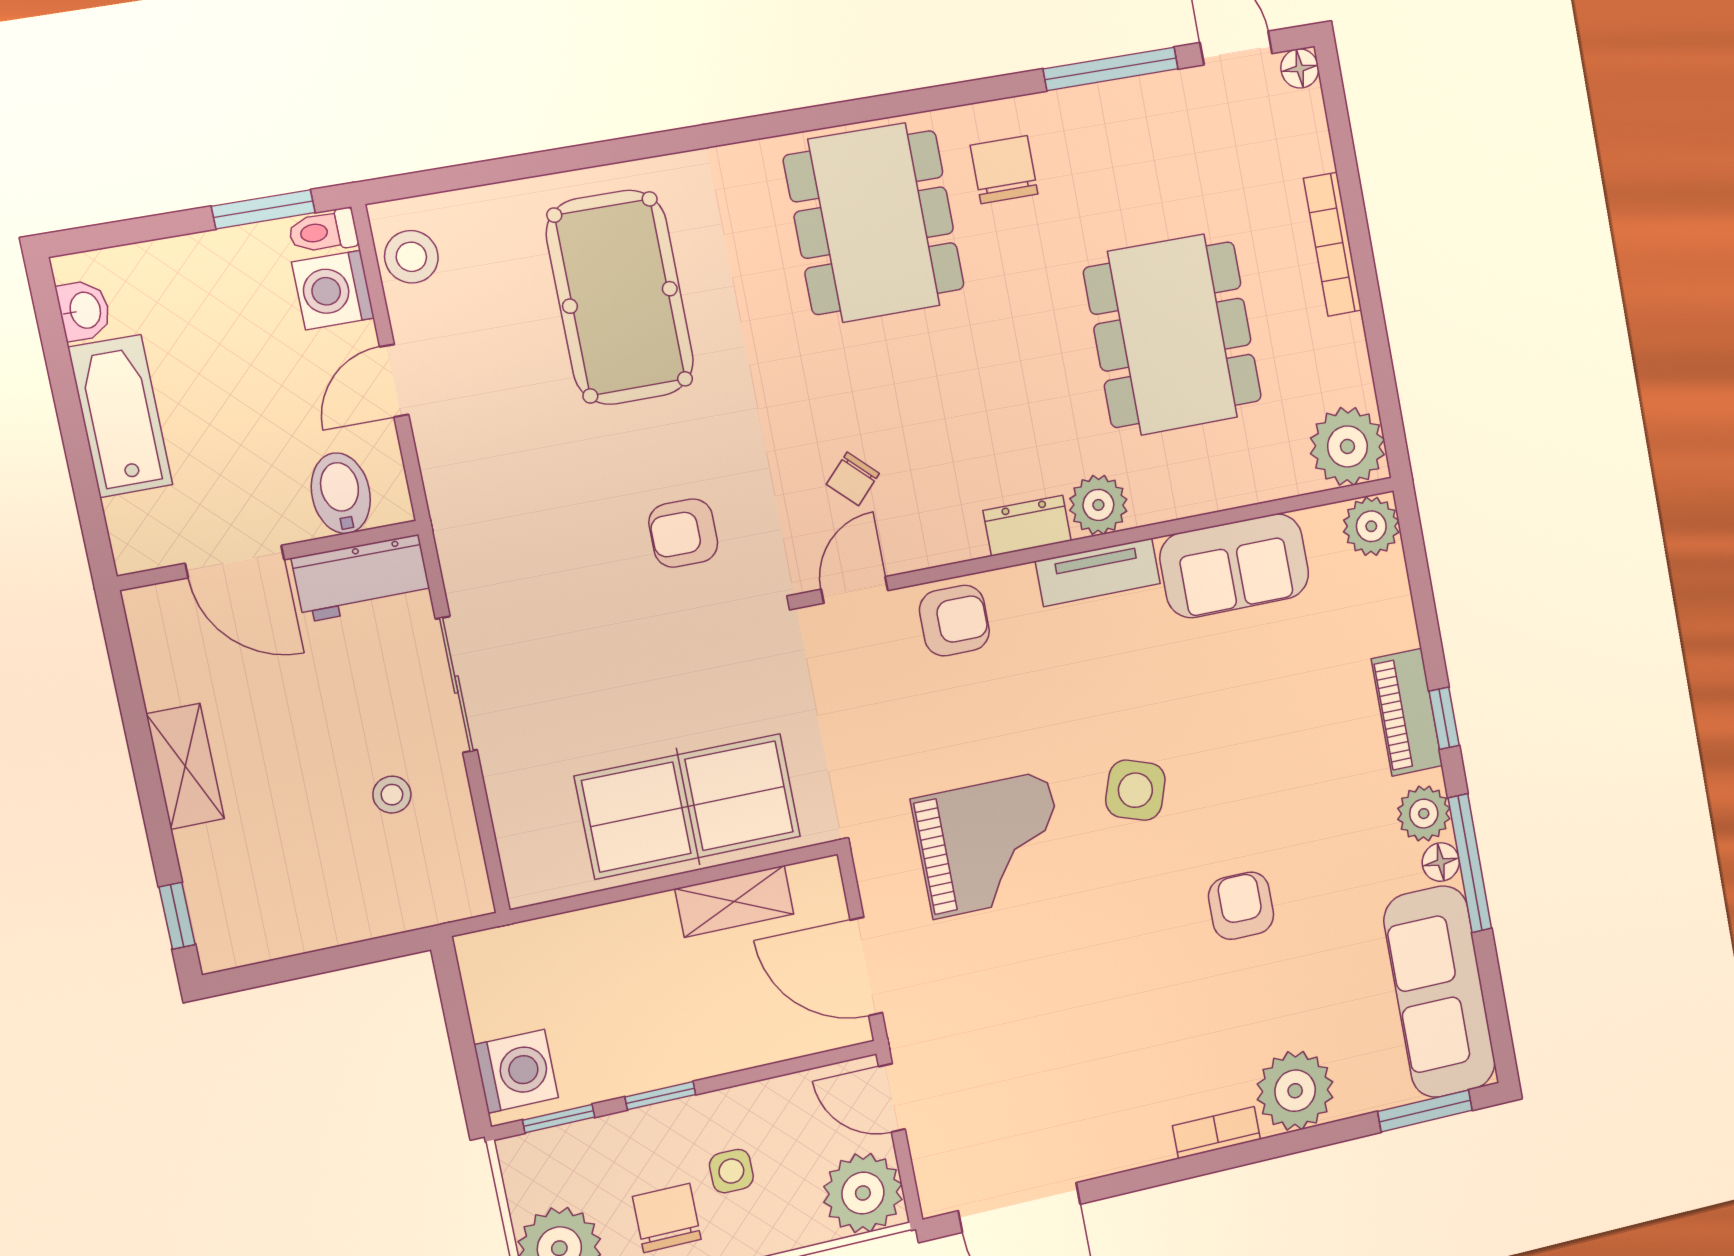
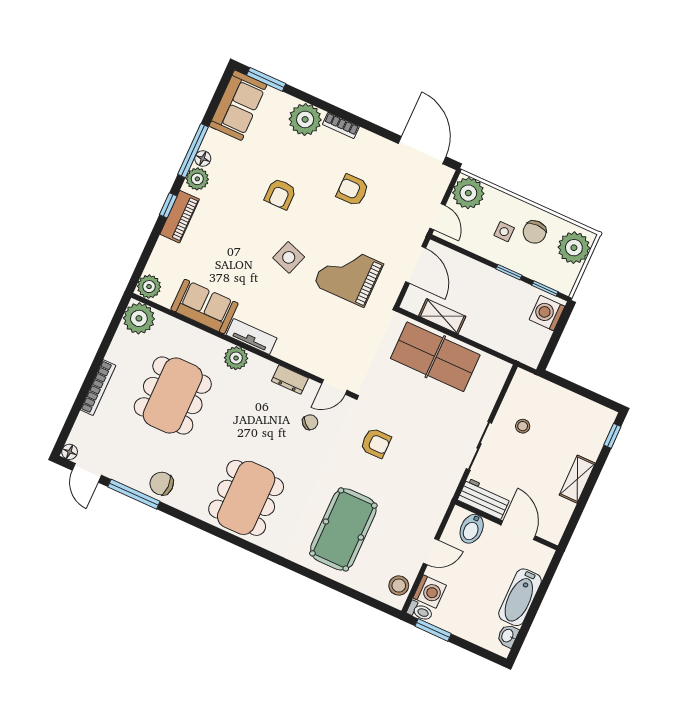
chair: (1004, 170) -> (162, 484), moved, turned 90
dresser: (1027, 526) -> (290, 380), moved
armchair: (954, 621) -> (353, 190), moved
sofa: (1440, 992) -> (238, 105), width x0.73

